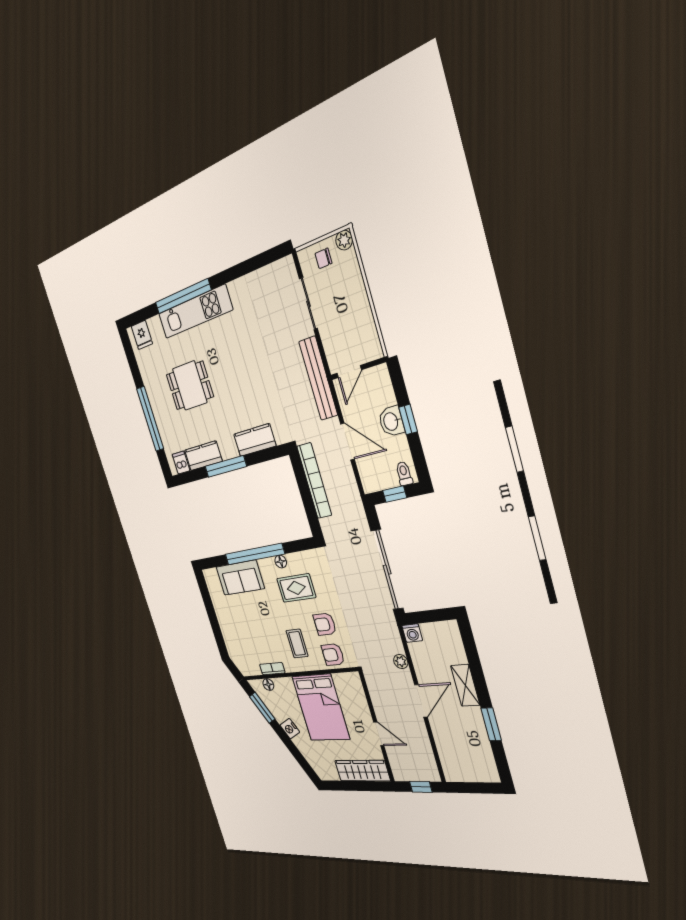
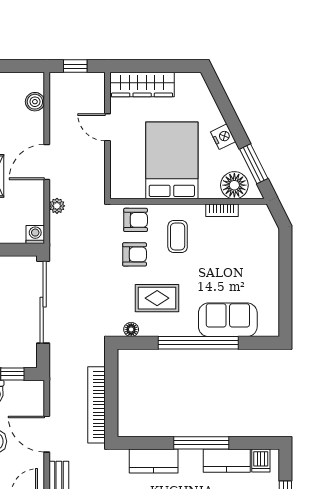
floor lamp: (281, 562) -> (131, 329), moved
floor lamp: (268, 685) -> (234, 185), width x1.89, depth x1.89
boiler: (447, 755) -> (35, 102), added

